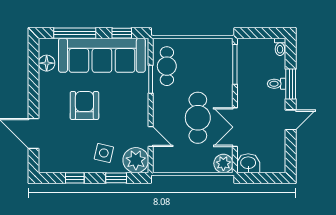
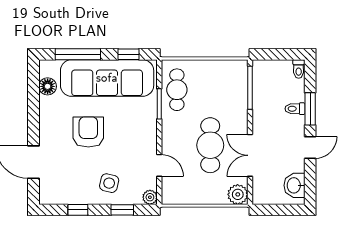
plant: (136, 160) -> (150, 197), width x0.53, depth x0.53
washbasin: (248, 163) -> (294, 185), moved, turned -90

